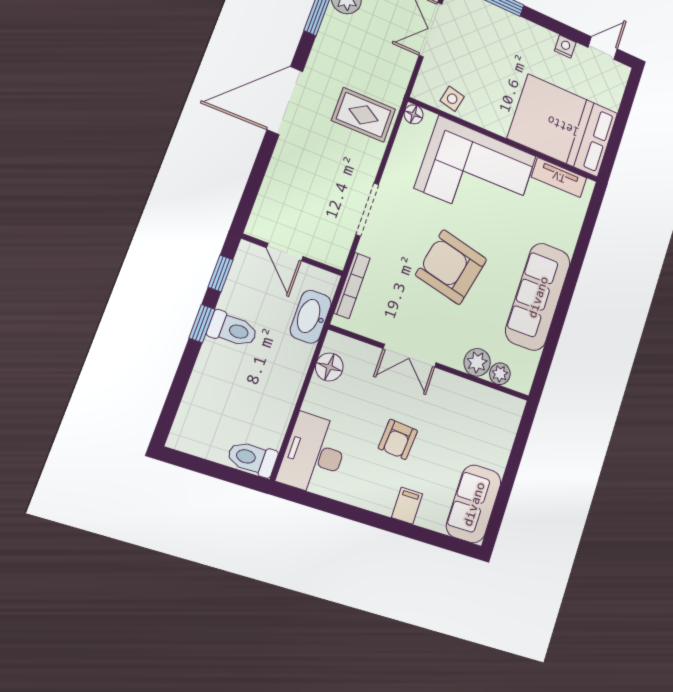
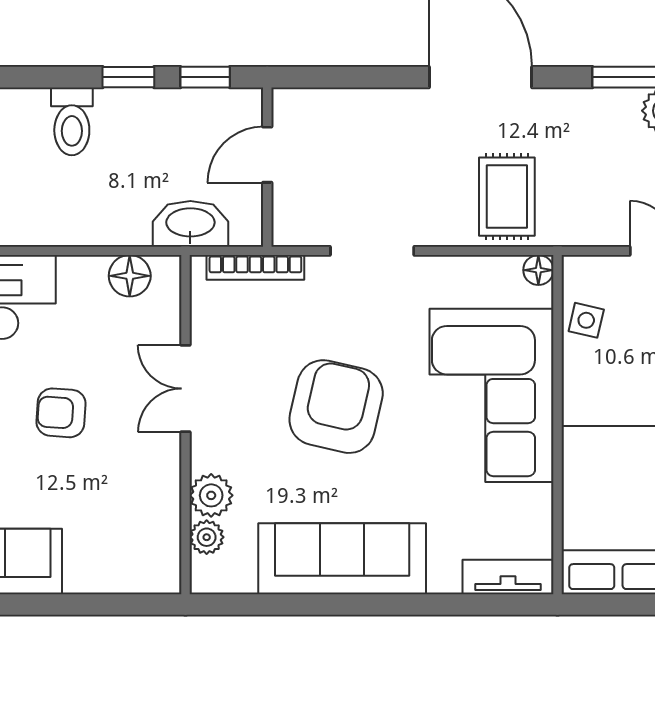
tv unit: (559, 177) -> (508, 577), moved, turned 90
toilet: (233, 329) -> (72, 121), moved

